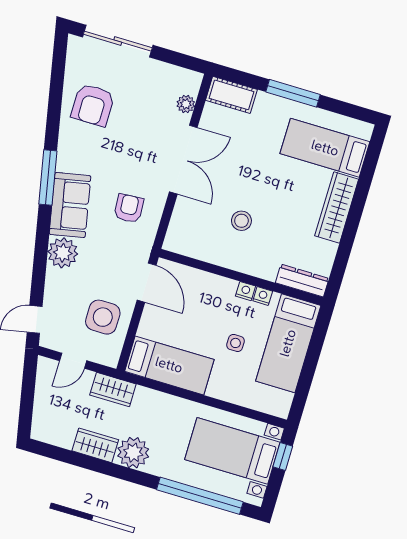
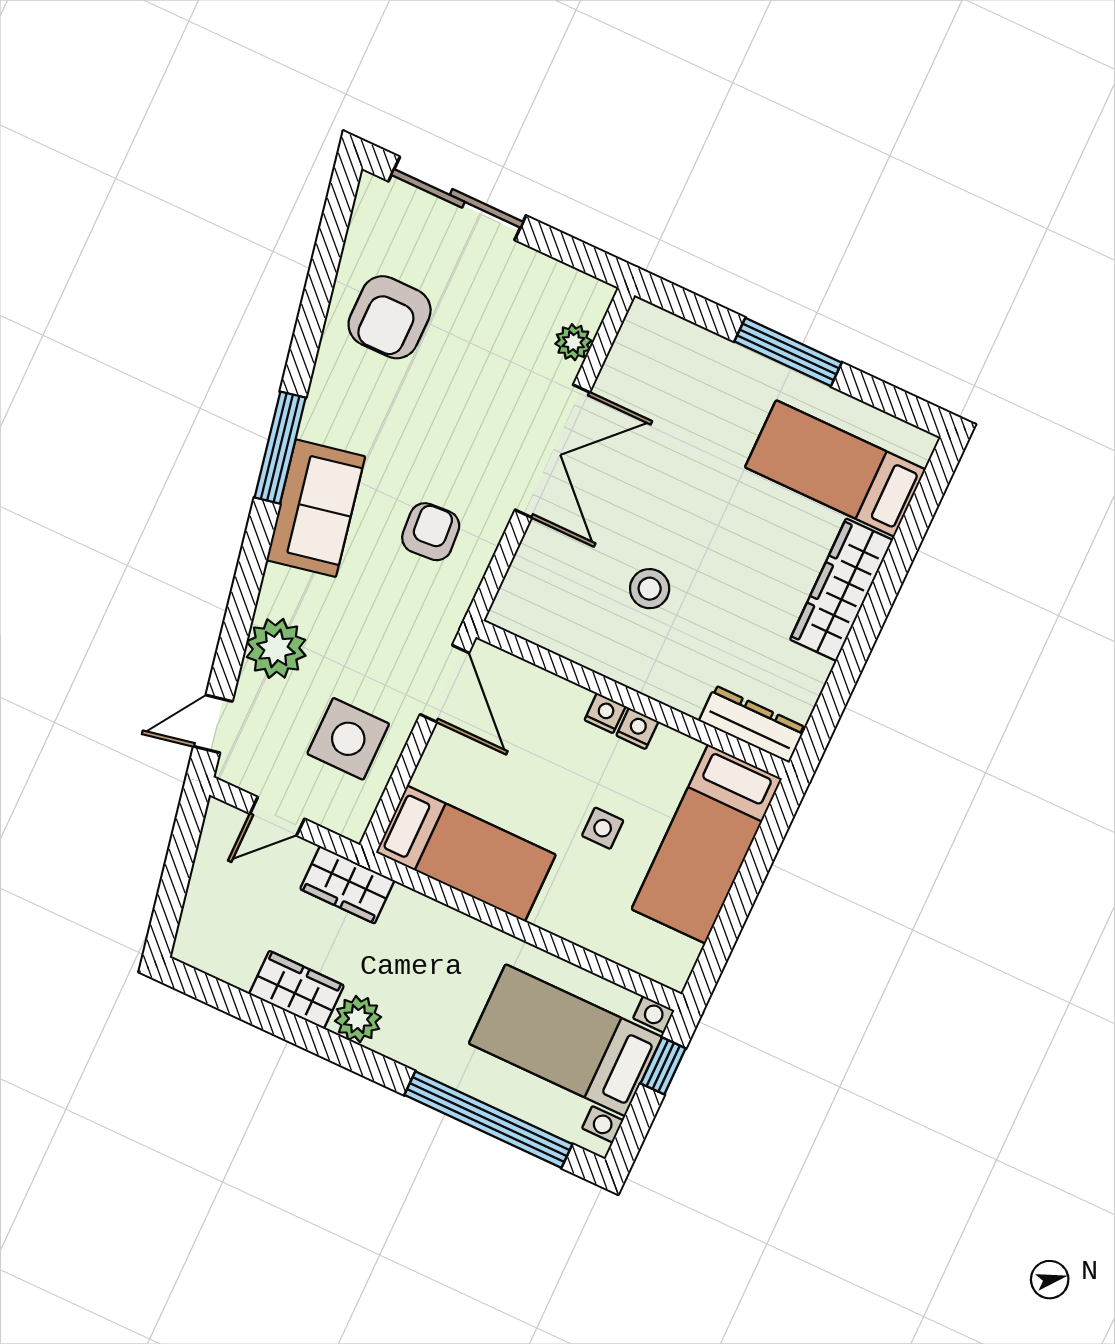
cot: (231, 95) -> (666, 337), removed
plant: (63, 253) -> (276, 648), moved
nightstand: (263, 296) -> (605, 713), moved
plant: (133, 453) -> (358, 1019), width x0.73, depth x0.73

